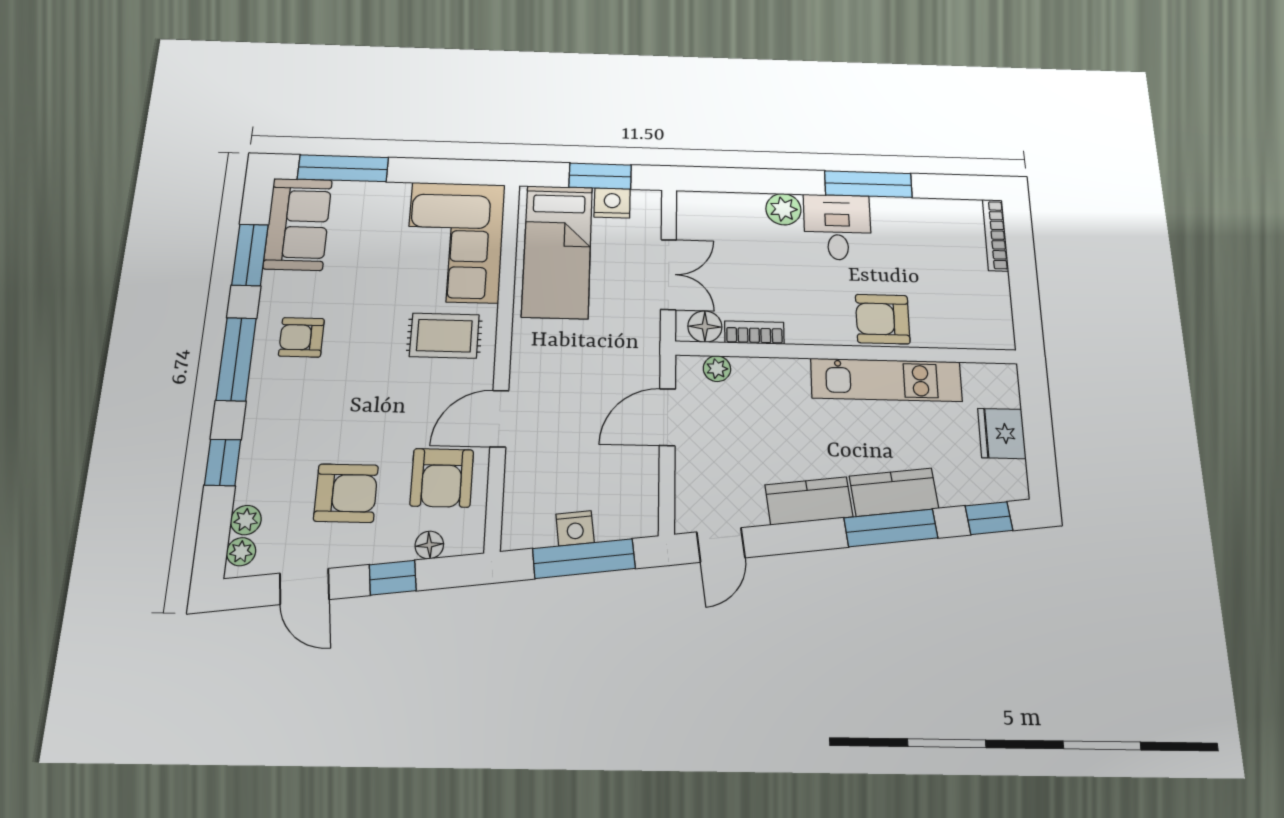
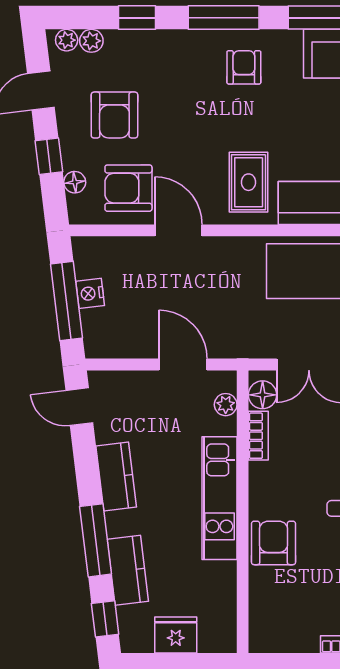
kitchen unit: (886, 380) -> (219, 498), moved
kitchen counter: (894, 492) -> (128, 570), moved

